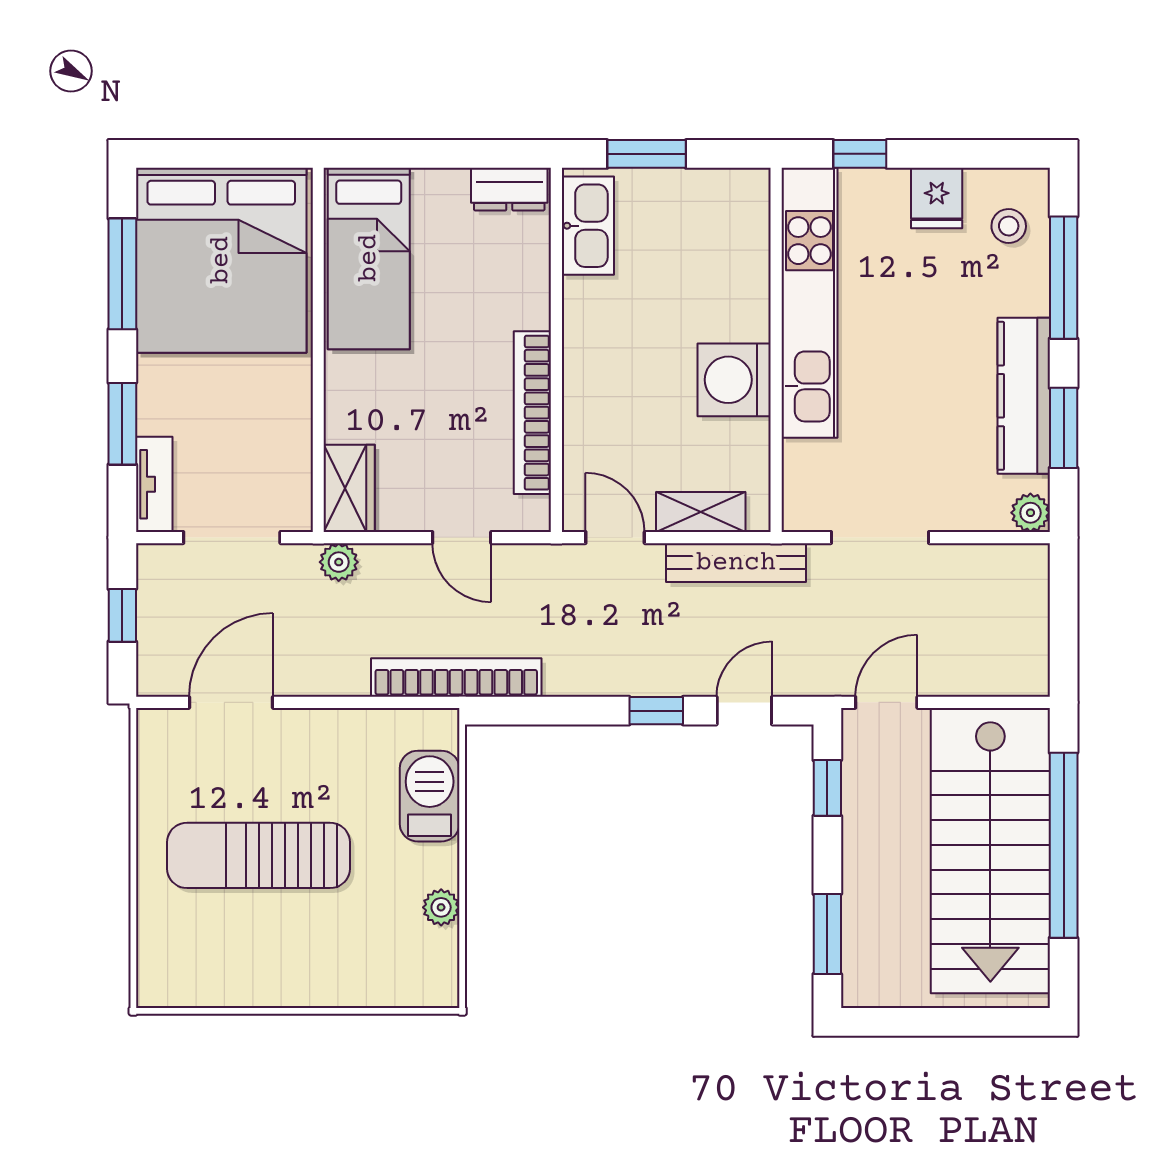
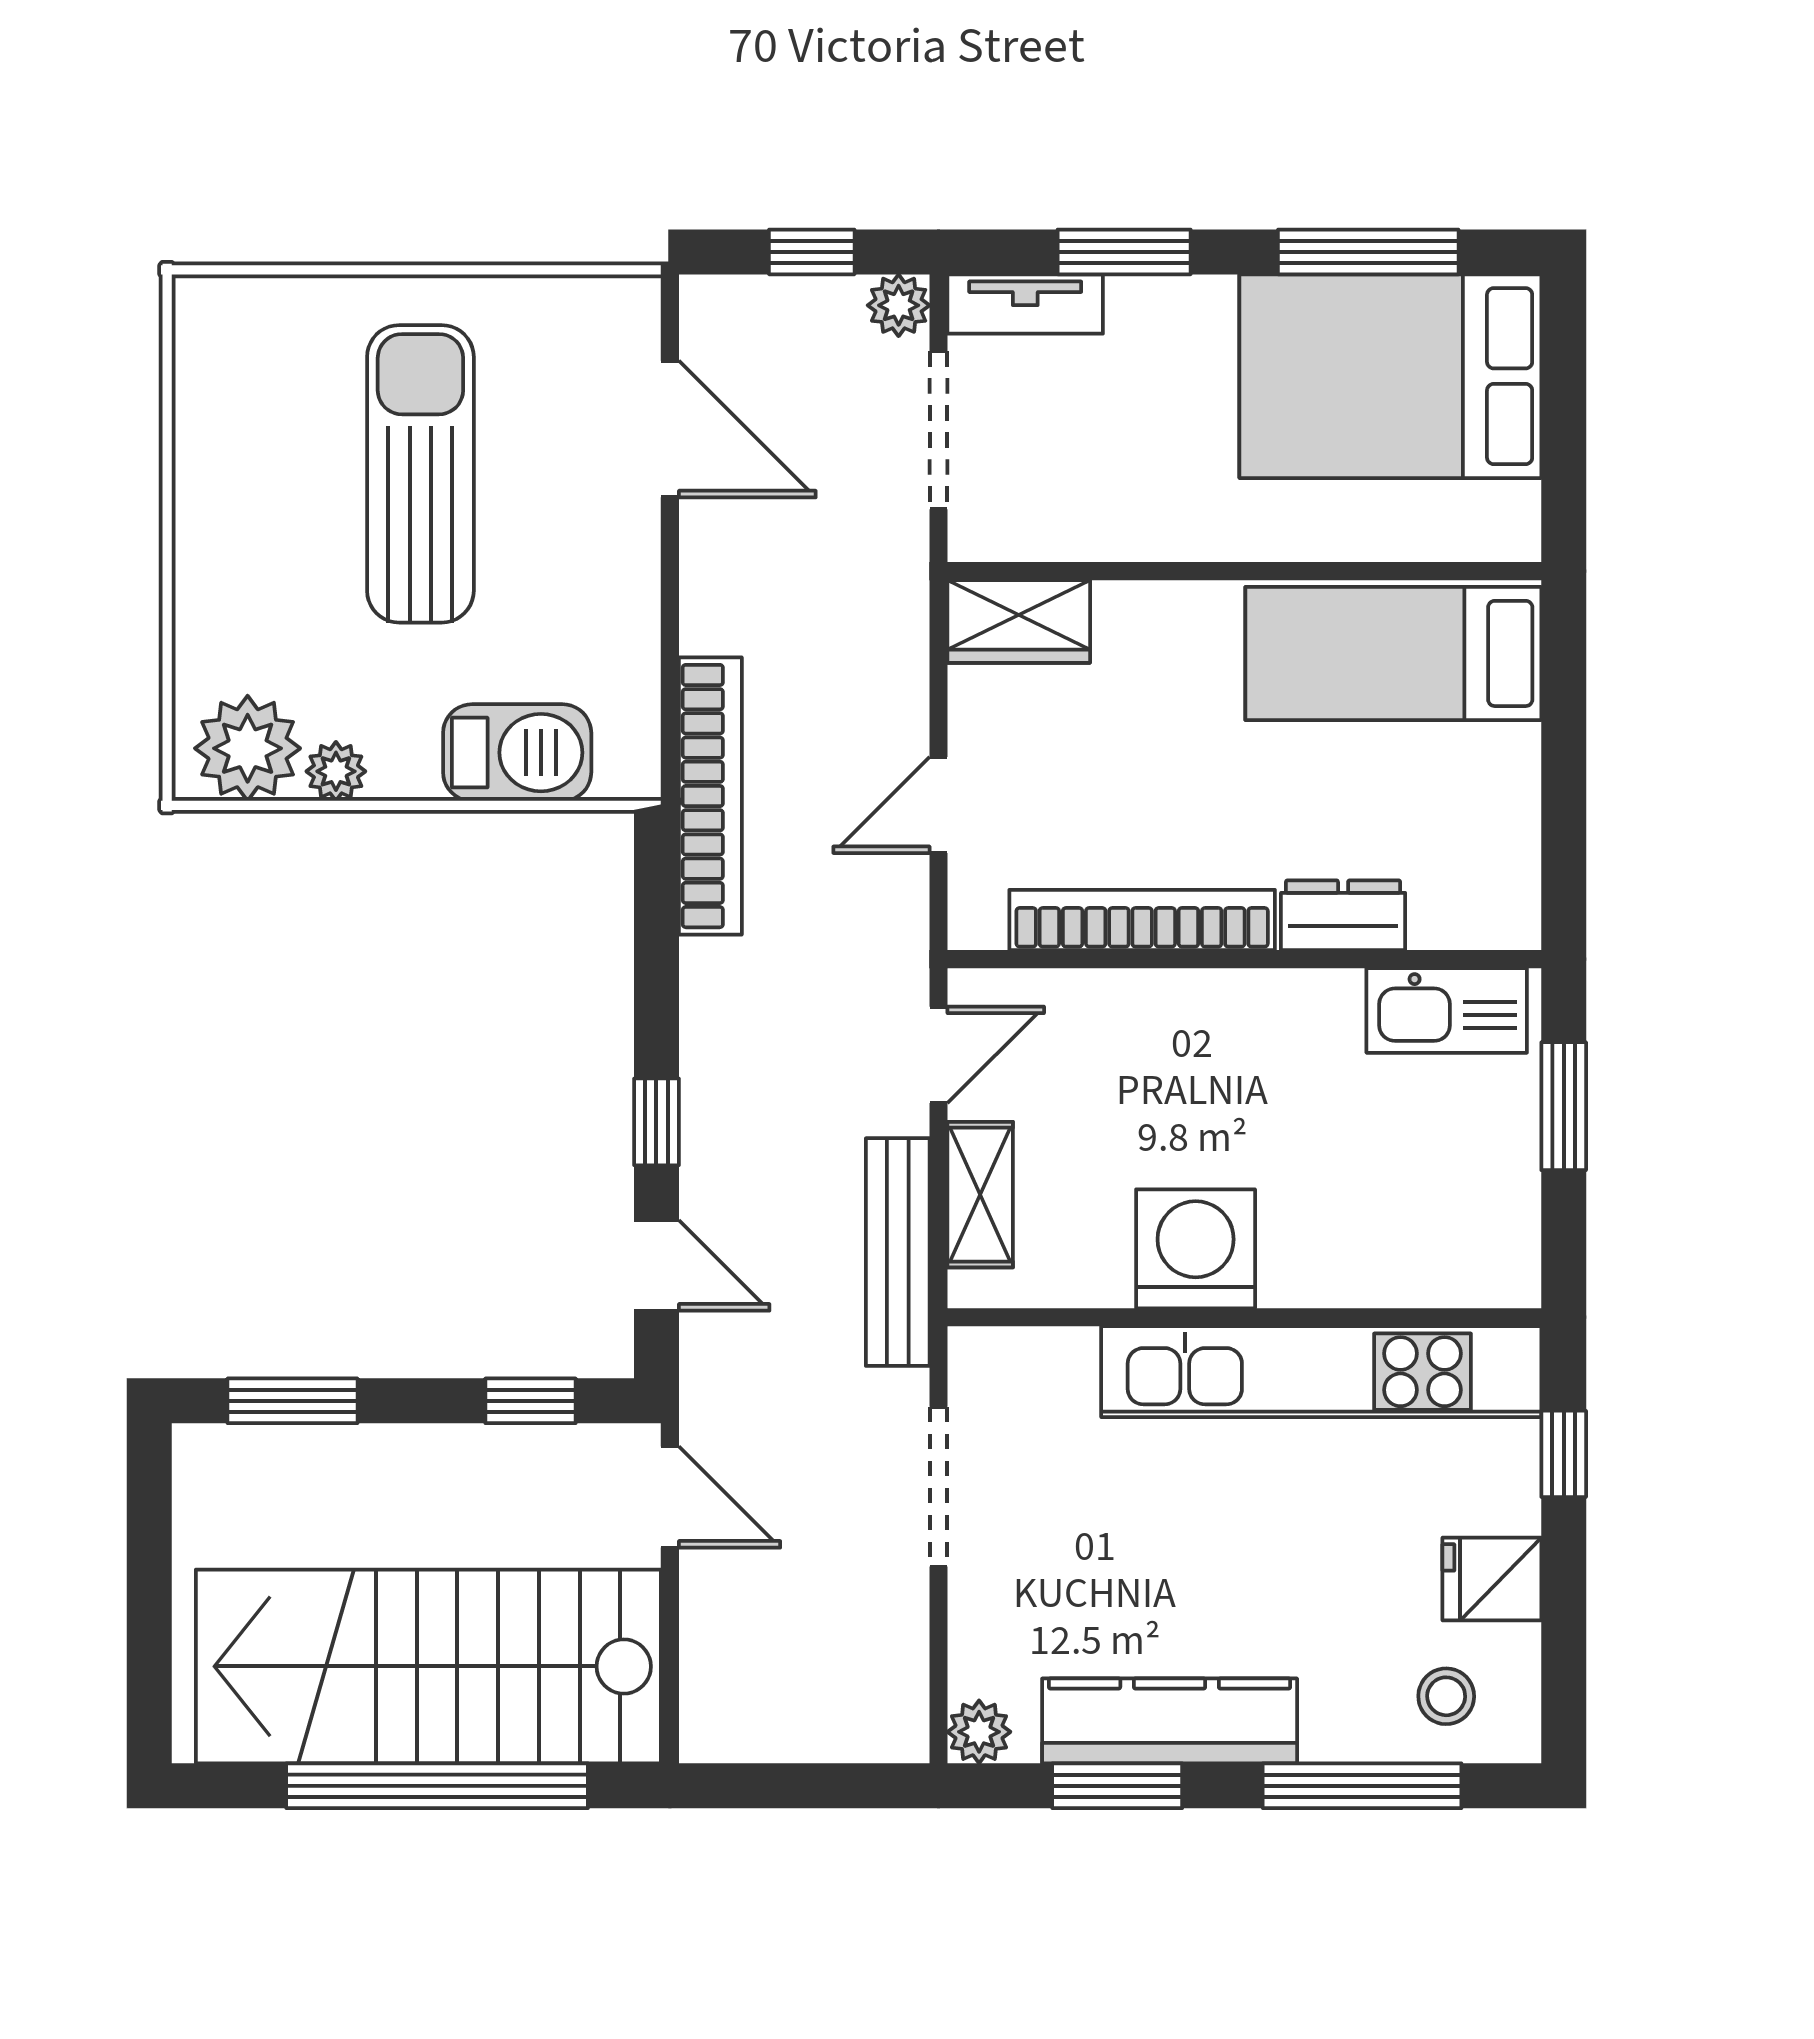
dresser: (509, 189) -> (1343, 915), moved, turned 90
bed: (221, 260) -> (1390, 376), width x0.73
plant: (339, 562) -> (899, 305), moved
plant: (427, 962) -> (248, 748), added

